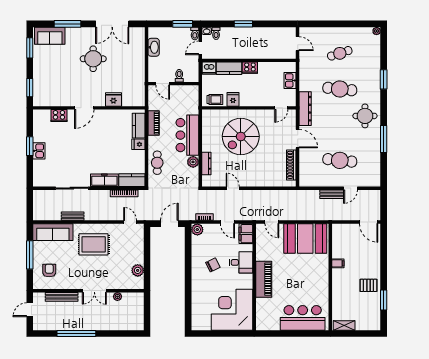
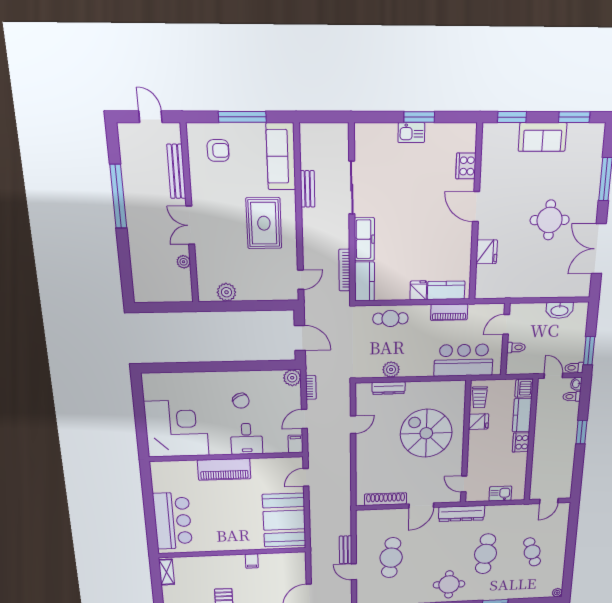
sofa: (50, 36) -> (543, 137), moved, turned -90
bar counter: (187, 135) -> (464, 360), moved
filing cabinet: (246, 234) -> (296, 444), width x0.50

